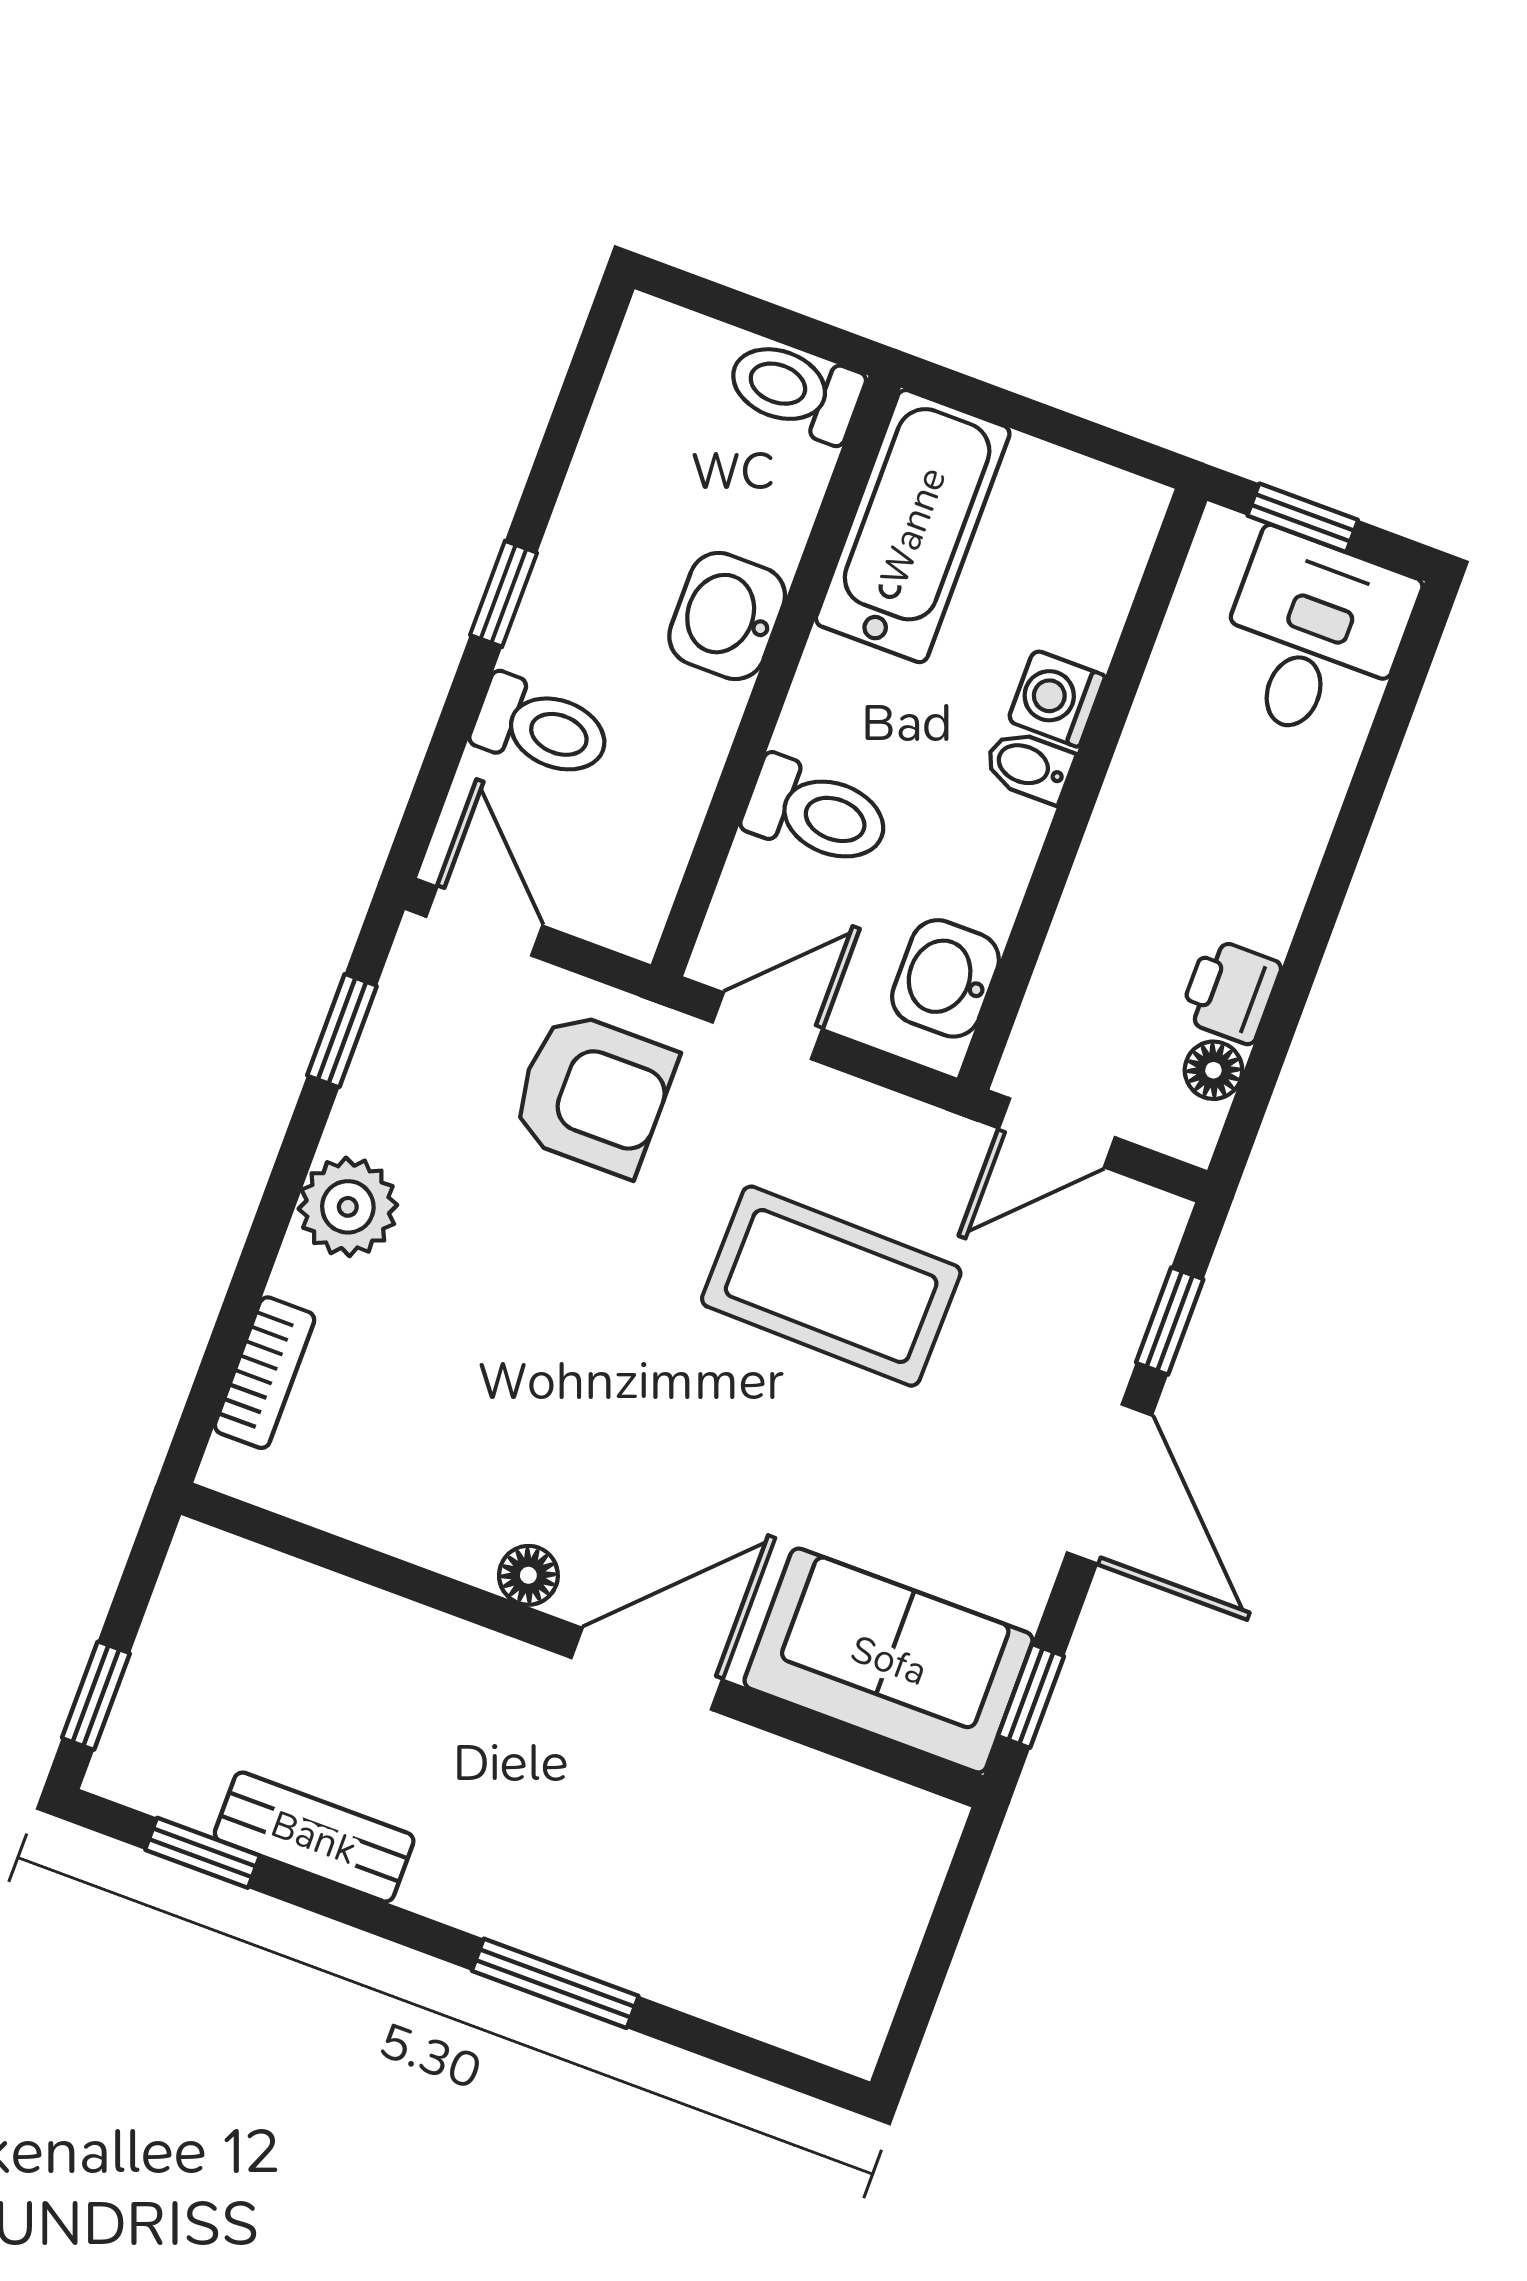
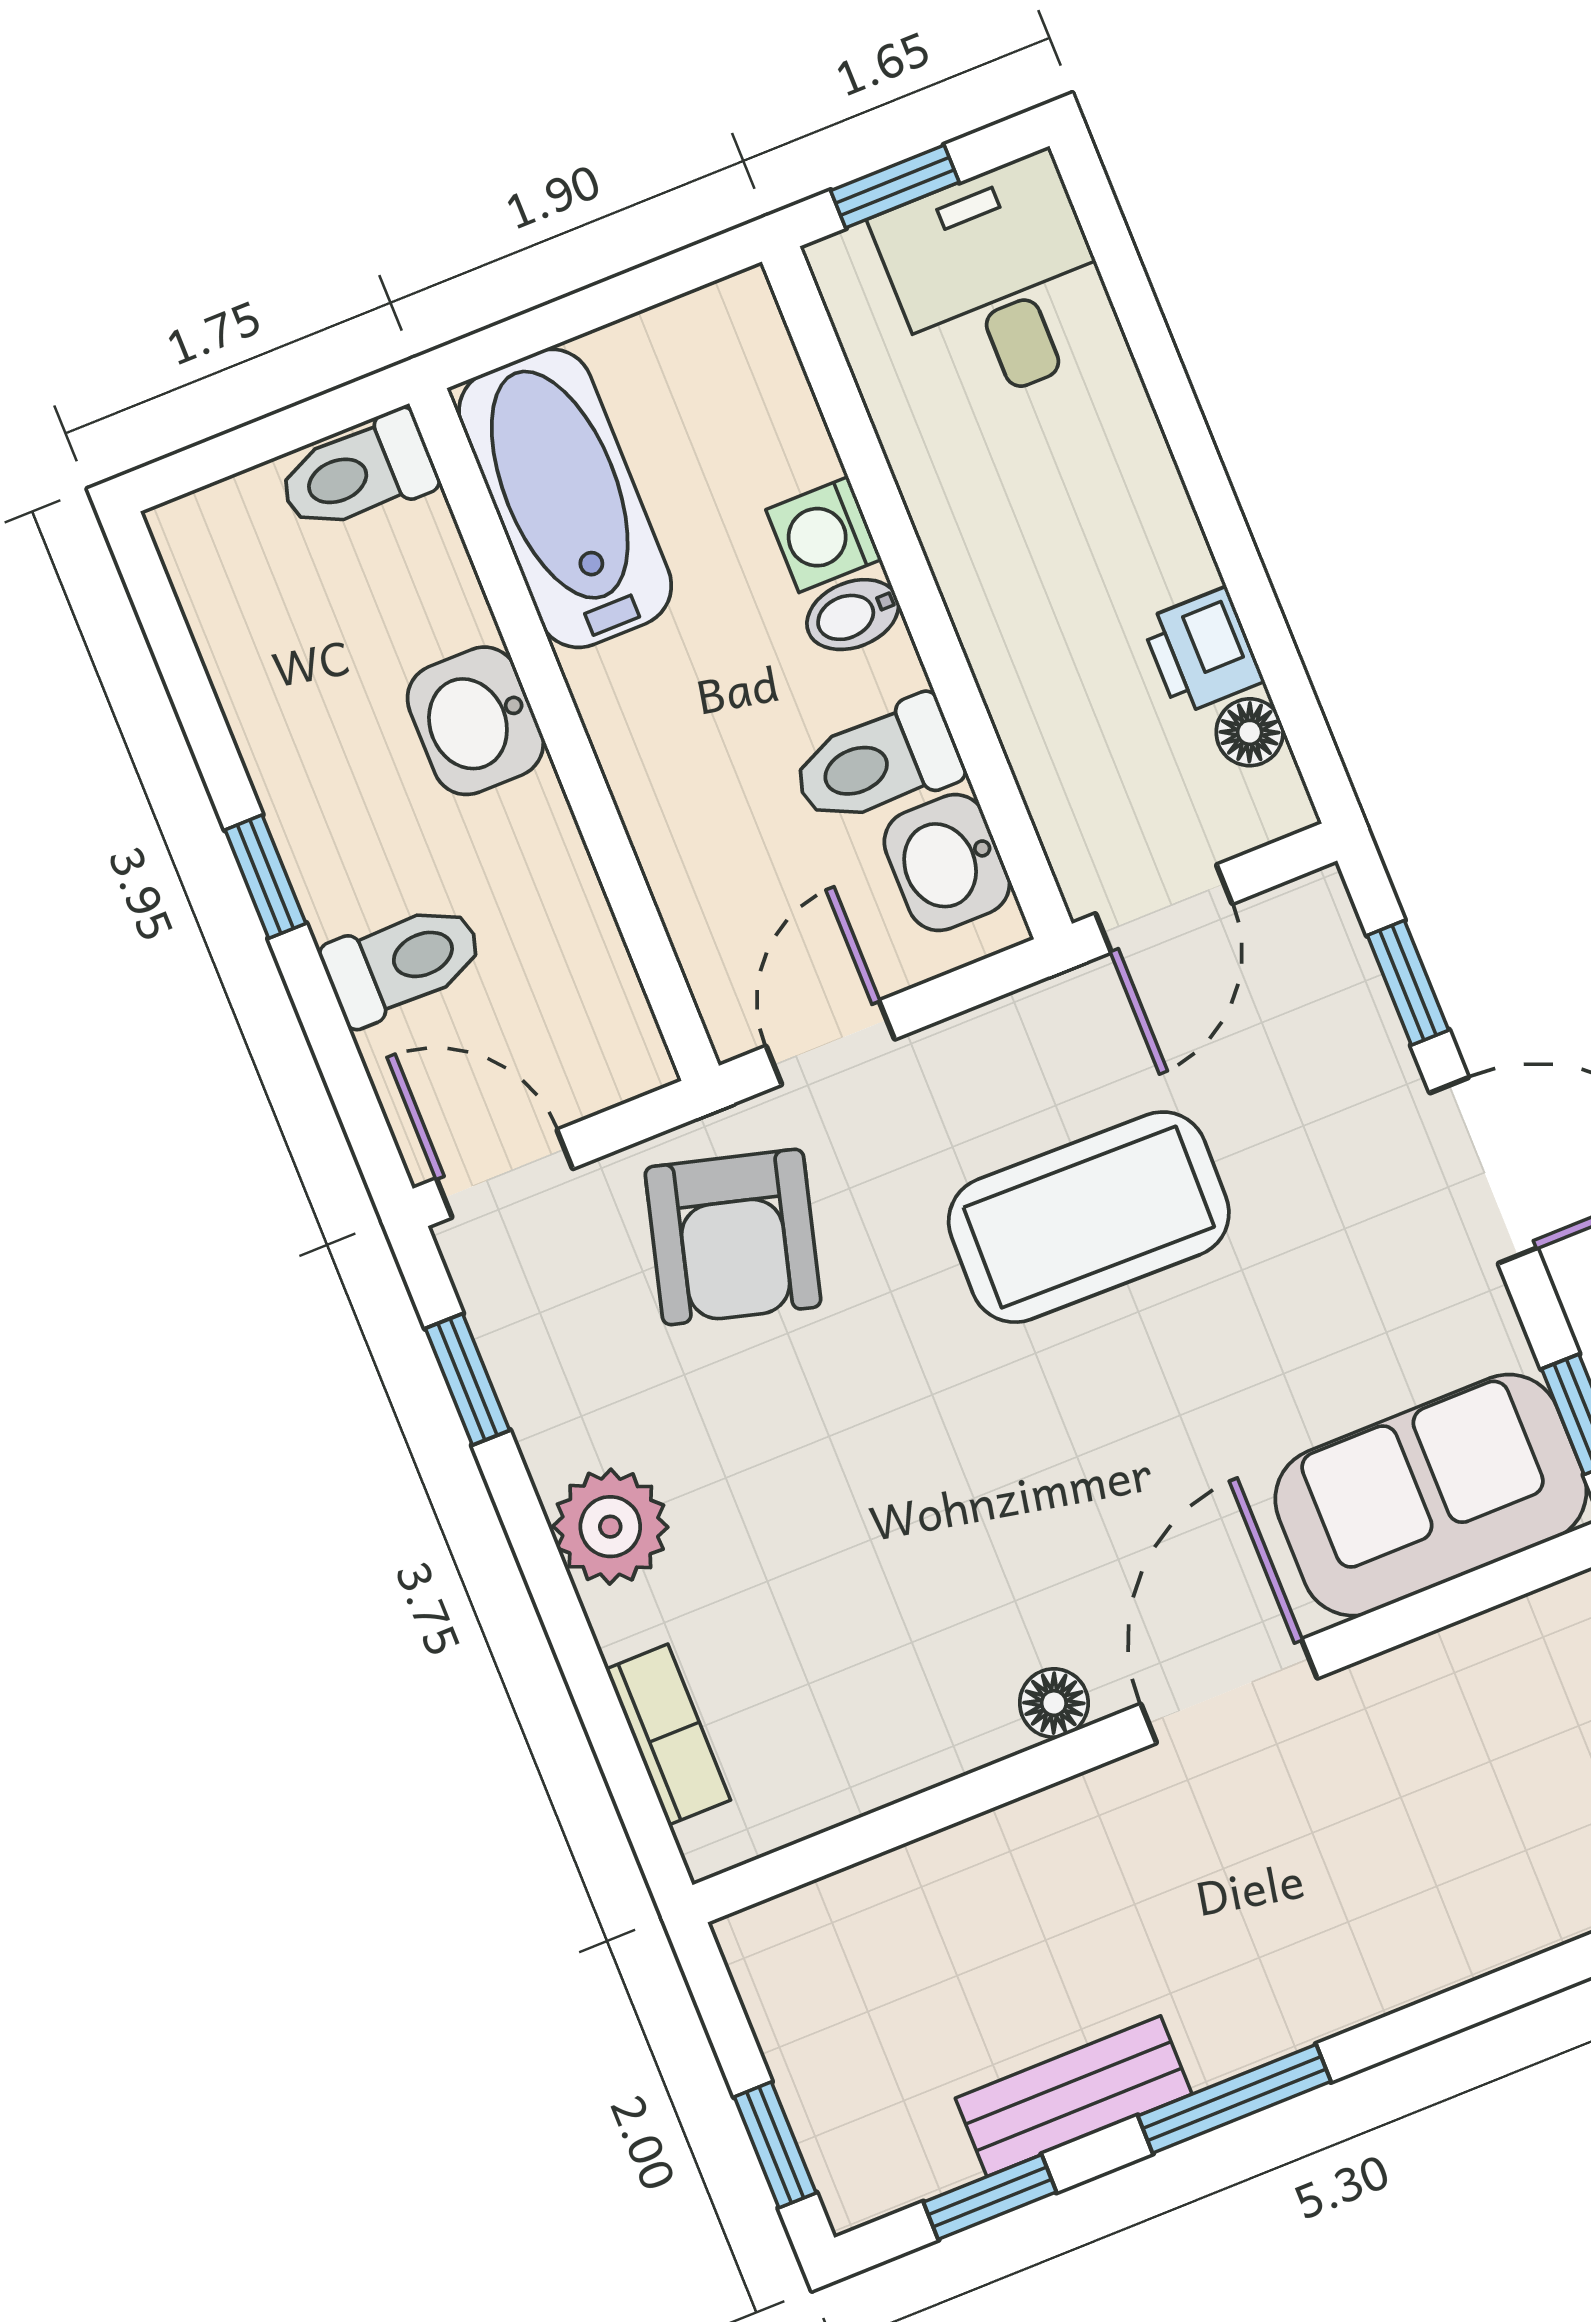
toilet: (817, 813) -> (877, 762), moved, turned 180
armchair: (593, 1093) -> (733, 1237), turned 105
window: (555, 1983) -> (1234, 2099), moved

